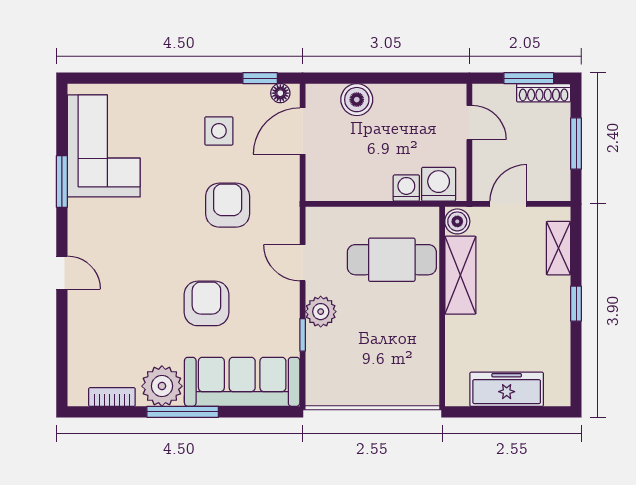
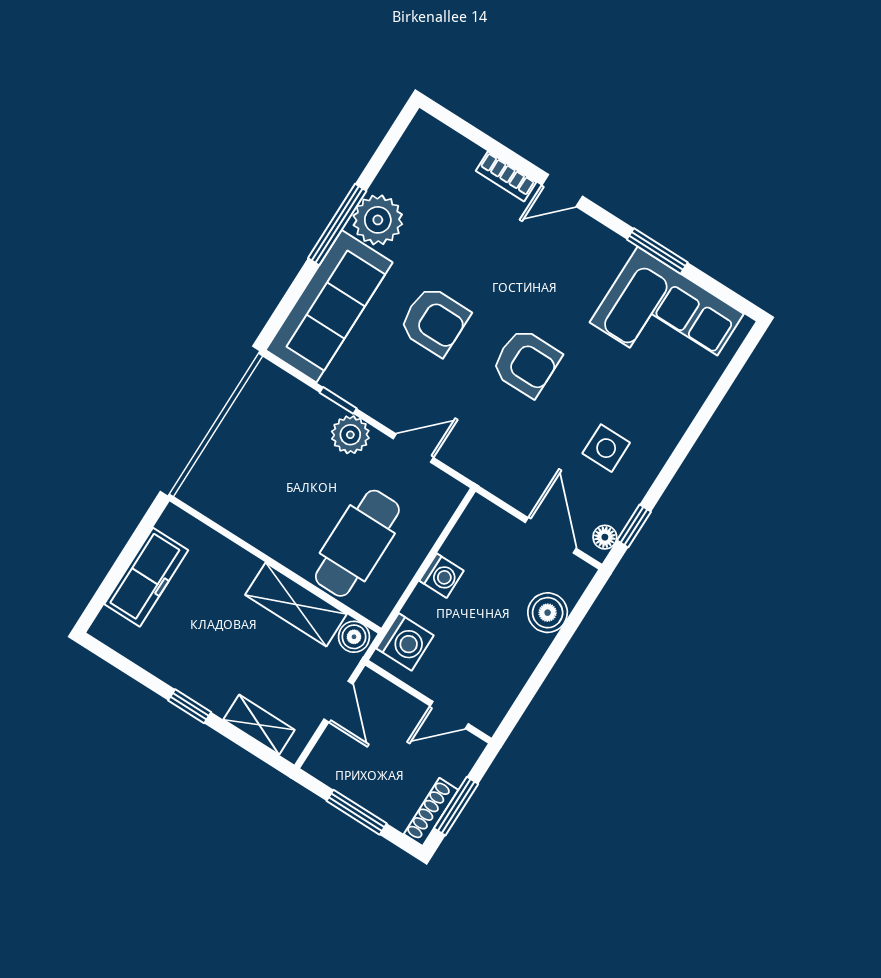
washing machine: (406, 188) -> (442, 576), moved
armchair: (228, 205) -> (526, 363), moved
bookcase: (112, 397) -> (506, 176), moved, turned 90

